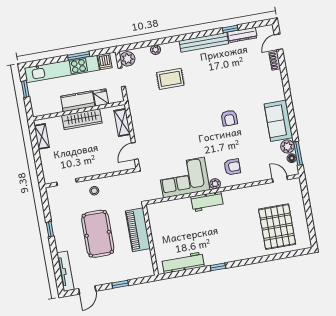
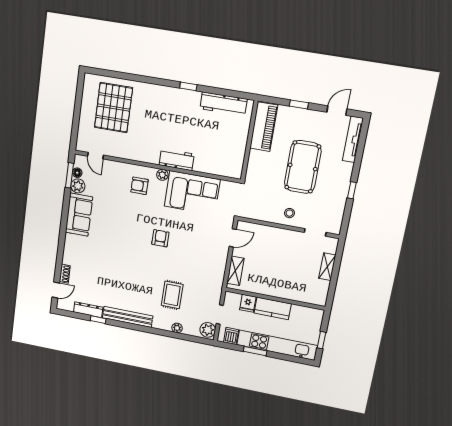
rug: (170, 79) -> (172, 295), turned 90
armchair: (229, 118) -> (160, 238), moved
wardrobe: (82, 119) -> (275, 289), removed
shelving: (42, 136) -> (327, 267), moved
piano: (138, 230) -> (264, 127), moved

